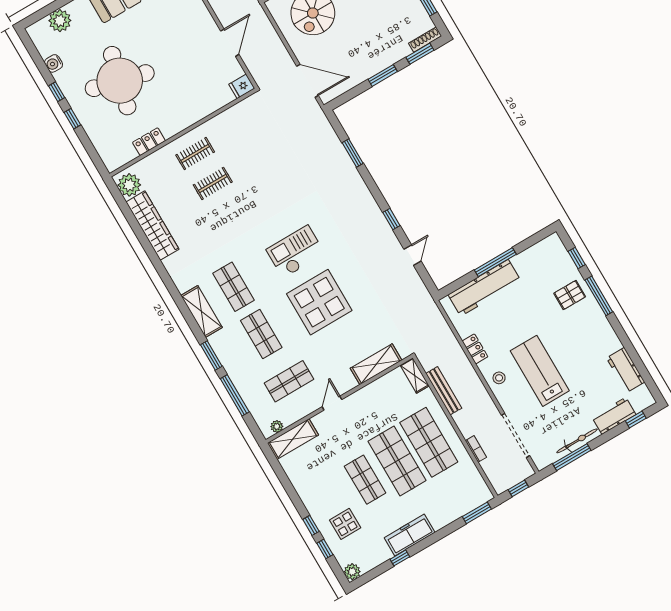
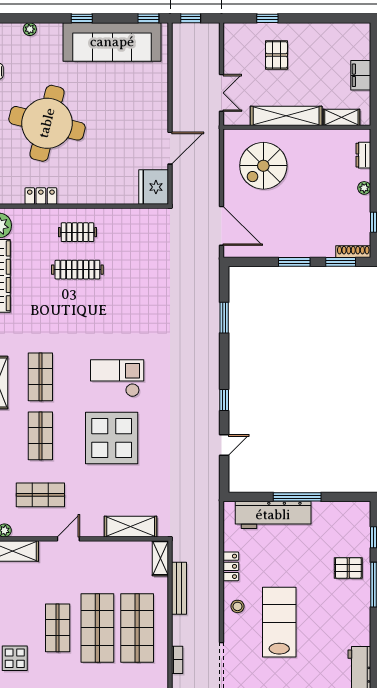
plant: (60, 21) -> (30, 29), width x0.53, depth x0.53
fridge: (242, 86) -> (154, 187), width x1.88, depth x1.34
clothes rail: (213, 183) -> (77, 270), width x1.36

